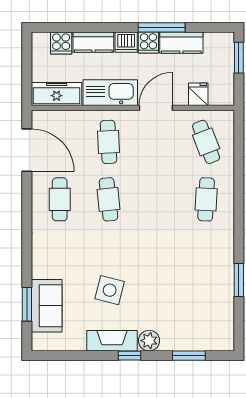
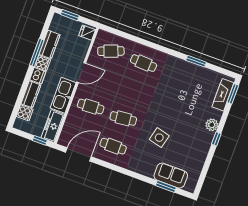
window: (27, 82) -> (40, 140), added
fridge: (198, 94) -> (87, 33), moved
door: (156, 108) -> (81, 73), swing flipped
side table: (110, 290) -> (159, 138), moved
fireplace: (112, 341) -> (223, 95), moved
window: (189, 356) -> (233, 94), moved

